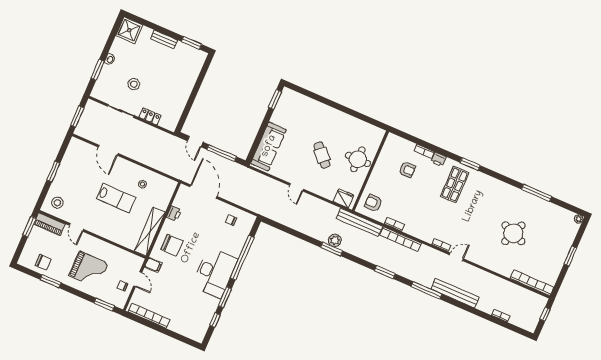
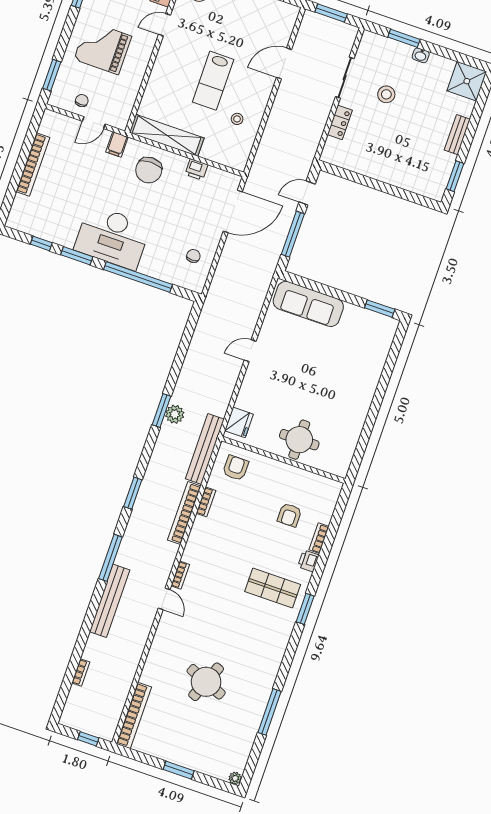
cafe table: (322, 155) -> (301, 385), removed
grand piano: (89, 269) -> (103, 48), turned 90
bookcase: (149, 316) -> (33, 164), moved

